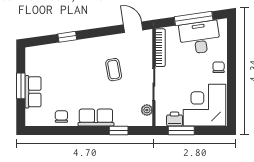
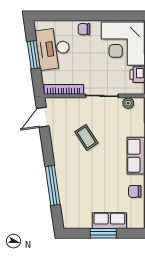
window: (194, 19) -> (34, 55), width x0.69
window: (67, 37) -> (53, 185), width x2.17
coffee table: (114, 70) -> (86, 137), turned 67

